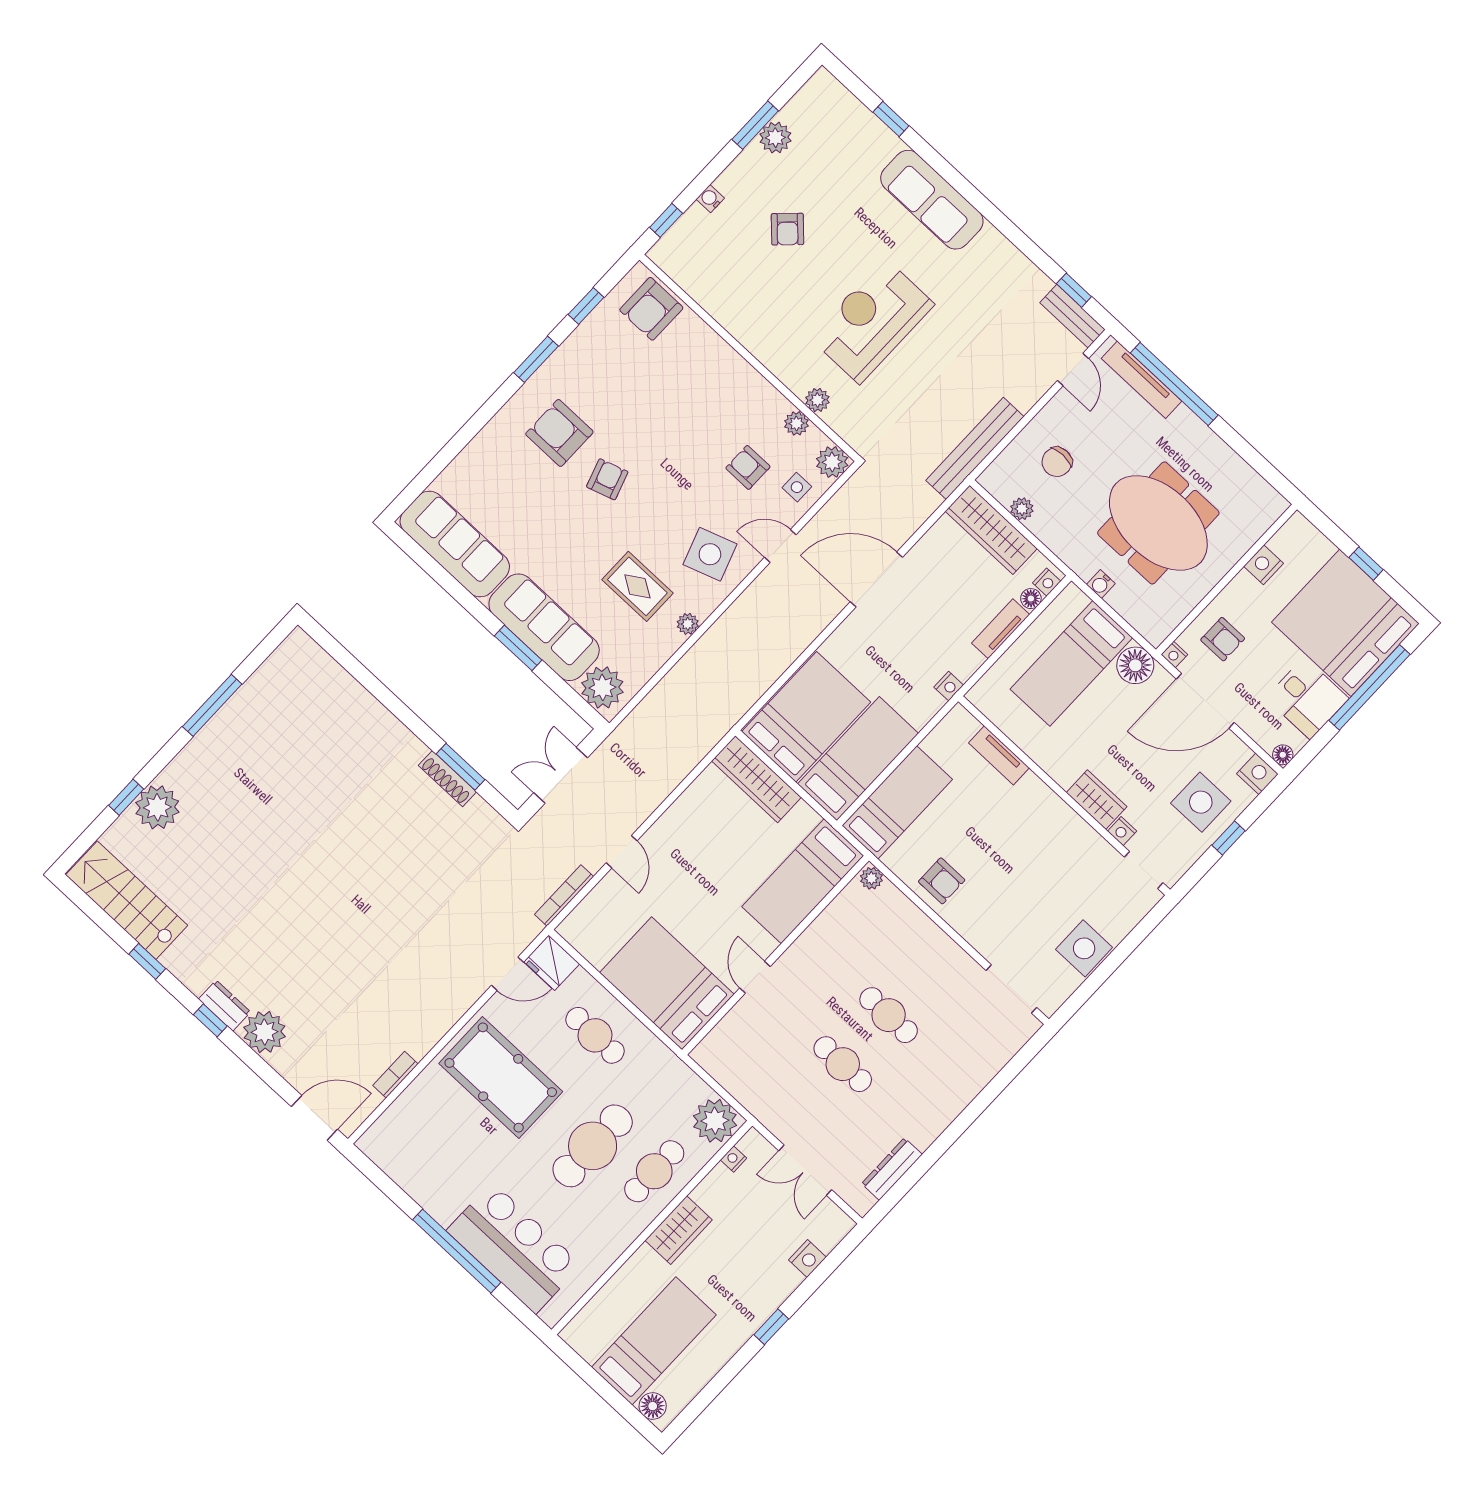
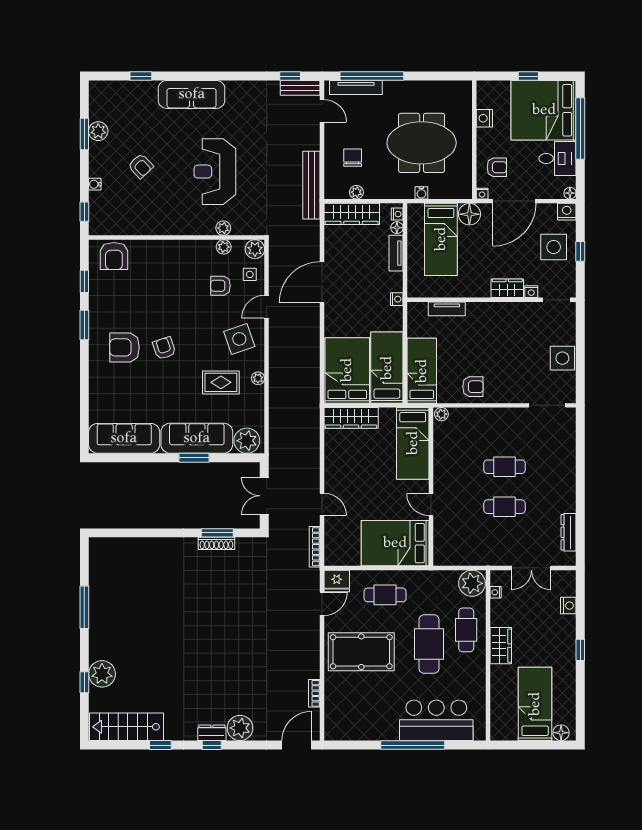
chair: (1057, 462) -> (353, 158), turned 180

